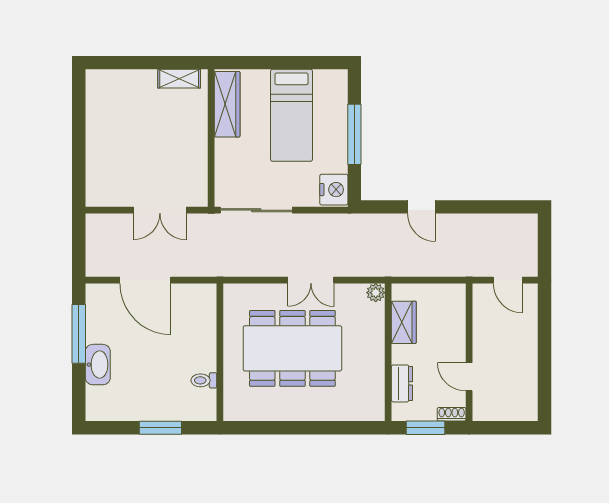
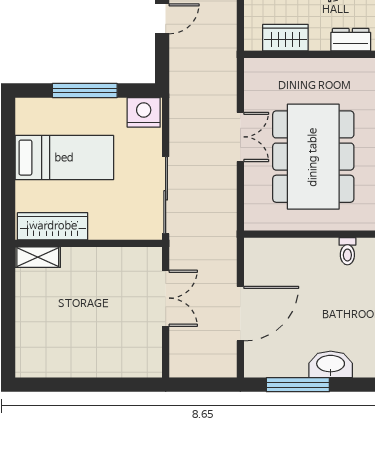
shelving: (179, 79) -> (38, 257), moved, turned 90
plant: (376, 293) -> (254, 68), removed

